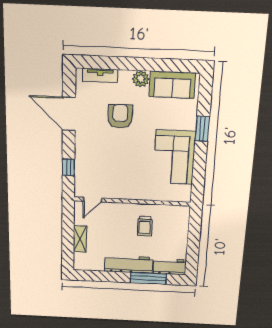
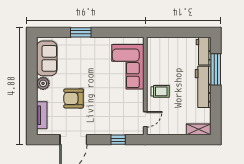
corner sofa: (174, 157) -> (128, 67), moved, turned 90
door: (92, 200) -> (145, 119), hinge flipped
trolley: (145, 226) -> (160, 91), moved
shelving: (80, 239) -> (199, 129), moved

